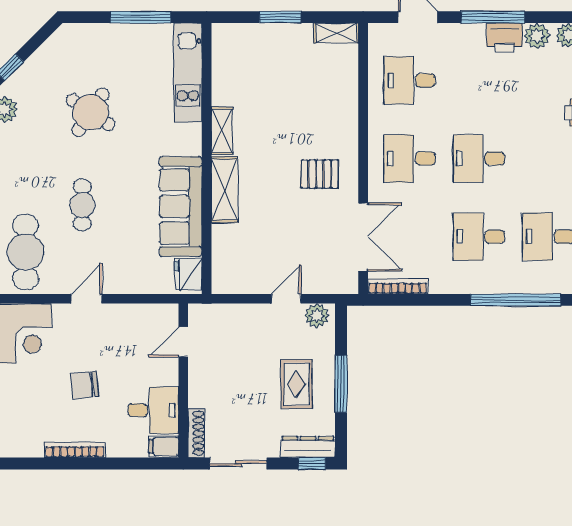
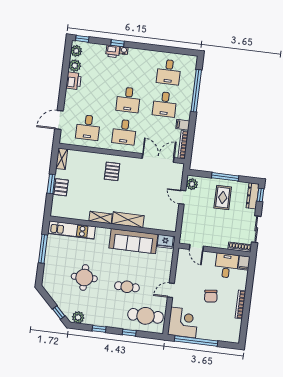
window: (493, 17) -> (63, 85), removed
pallet: (276, 39) -> (61, 187), added
round table: (91, 112) -> (84, 278), turned -34
pallet: (320, 174) -> (112, 171), moved
filing cabinet: (440, 280) -> (183, 125), added
door: (87, 299) -> (171, 290), hinge flipped
rug: (297, 384) -> (223, 198), turned 90

